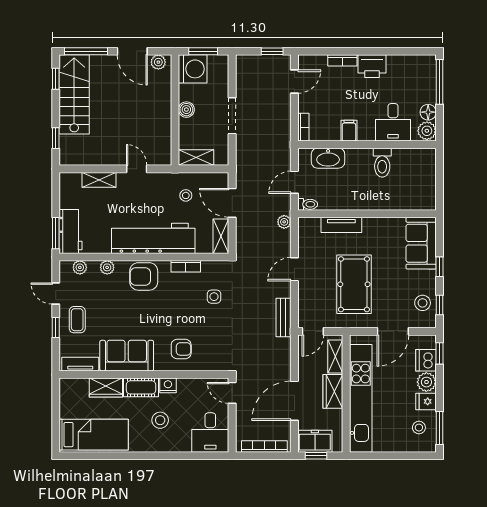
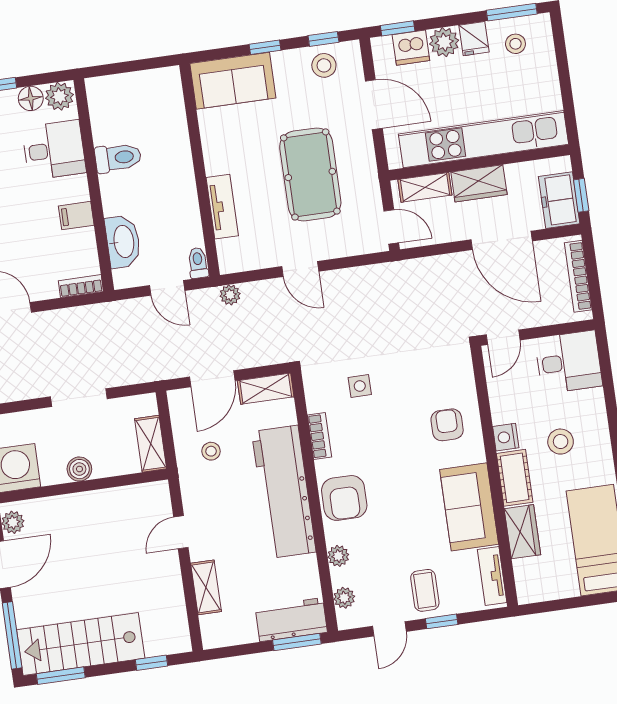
window: (56, 79) -> (61, 676), width x1.50
pool table: (354, 284) -> (310, 174), turned 90
bench: (283, 318) -> (377, 275), removed
coffee table: (77, 320) -> (425, 590), turned 90

